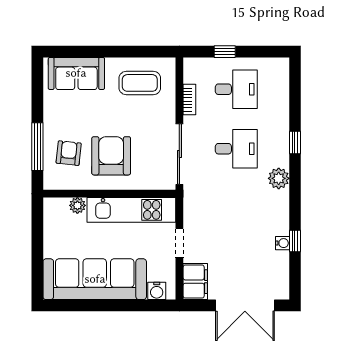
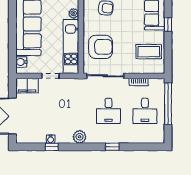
window: (96, 52) -> (168, 25), added
window: (225, 52) -> (168, 104), width x3.17
coffee table: (140, 83) -> (149, 52), turned 90
armchair: (111, 156) -> (101, 47), moved
plant: (279, 178) -> (80, 137), moved

